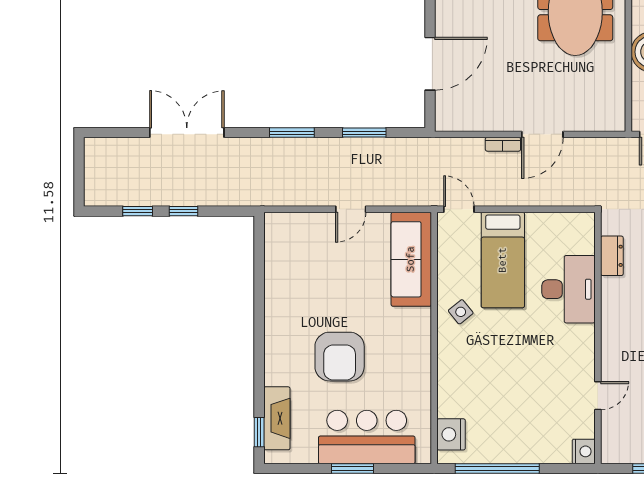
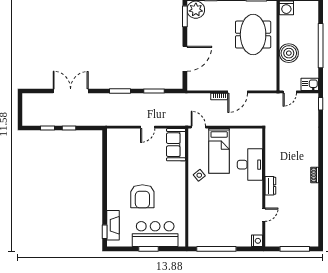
dresser: (612, 256) -> (270, 186), moved
sofa: (411, 259) -> (176, 145), width x0.73
nightstand: (451, 434) -> (195, 233), removed

